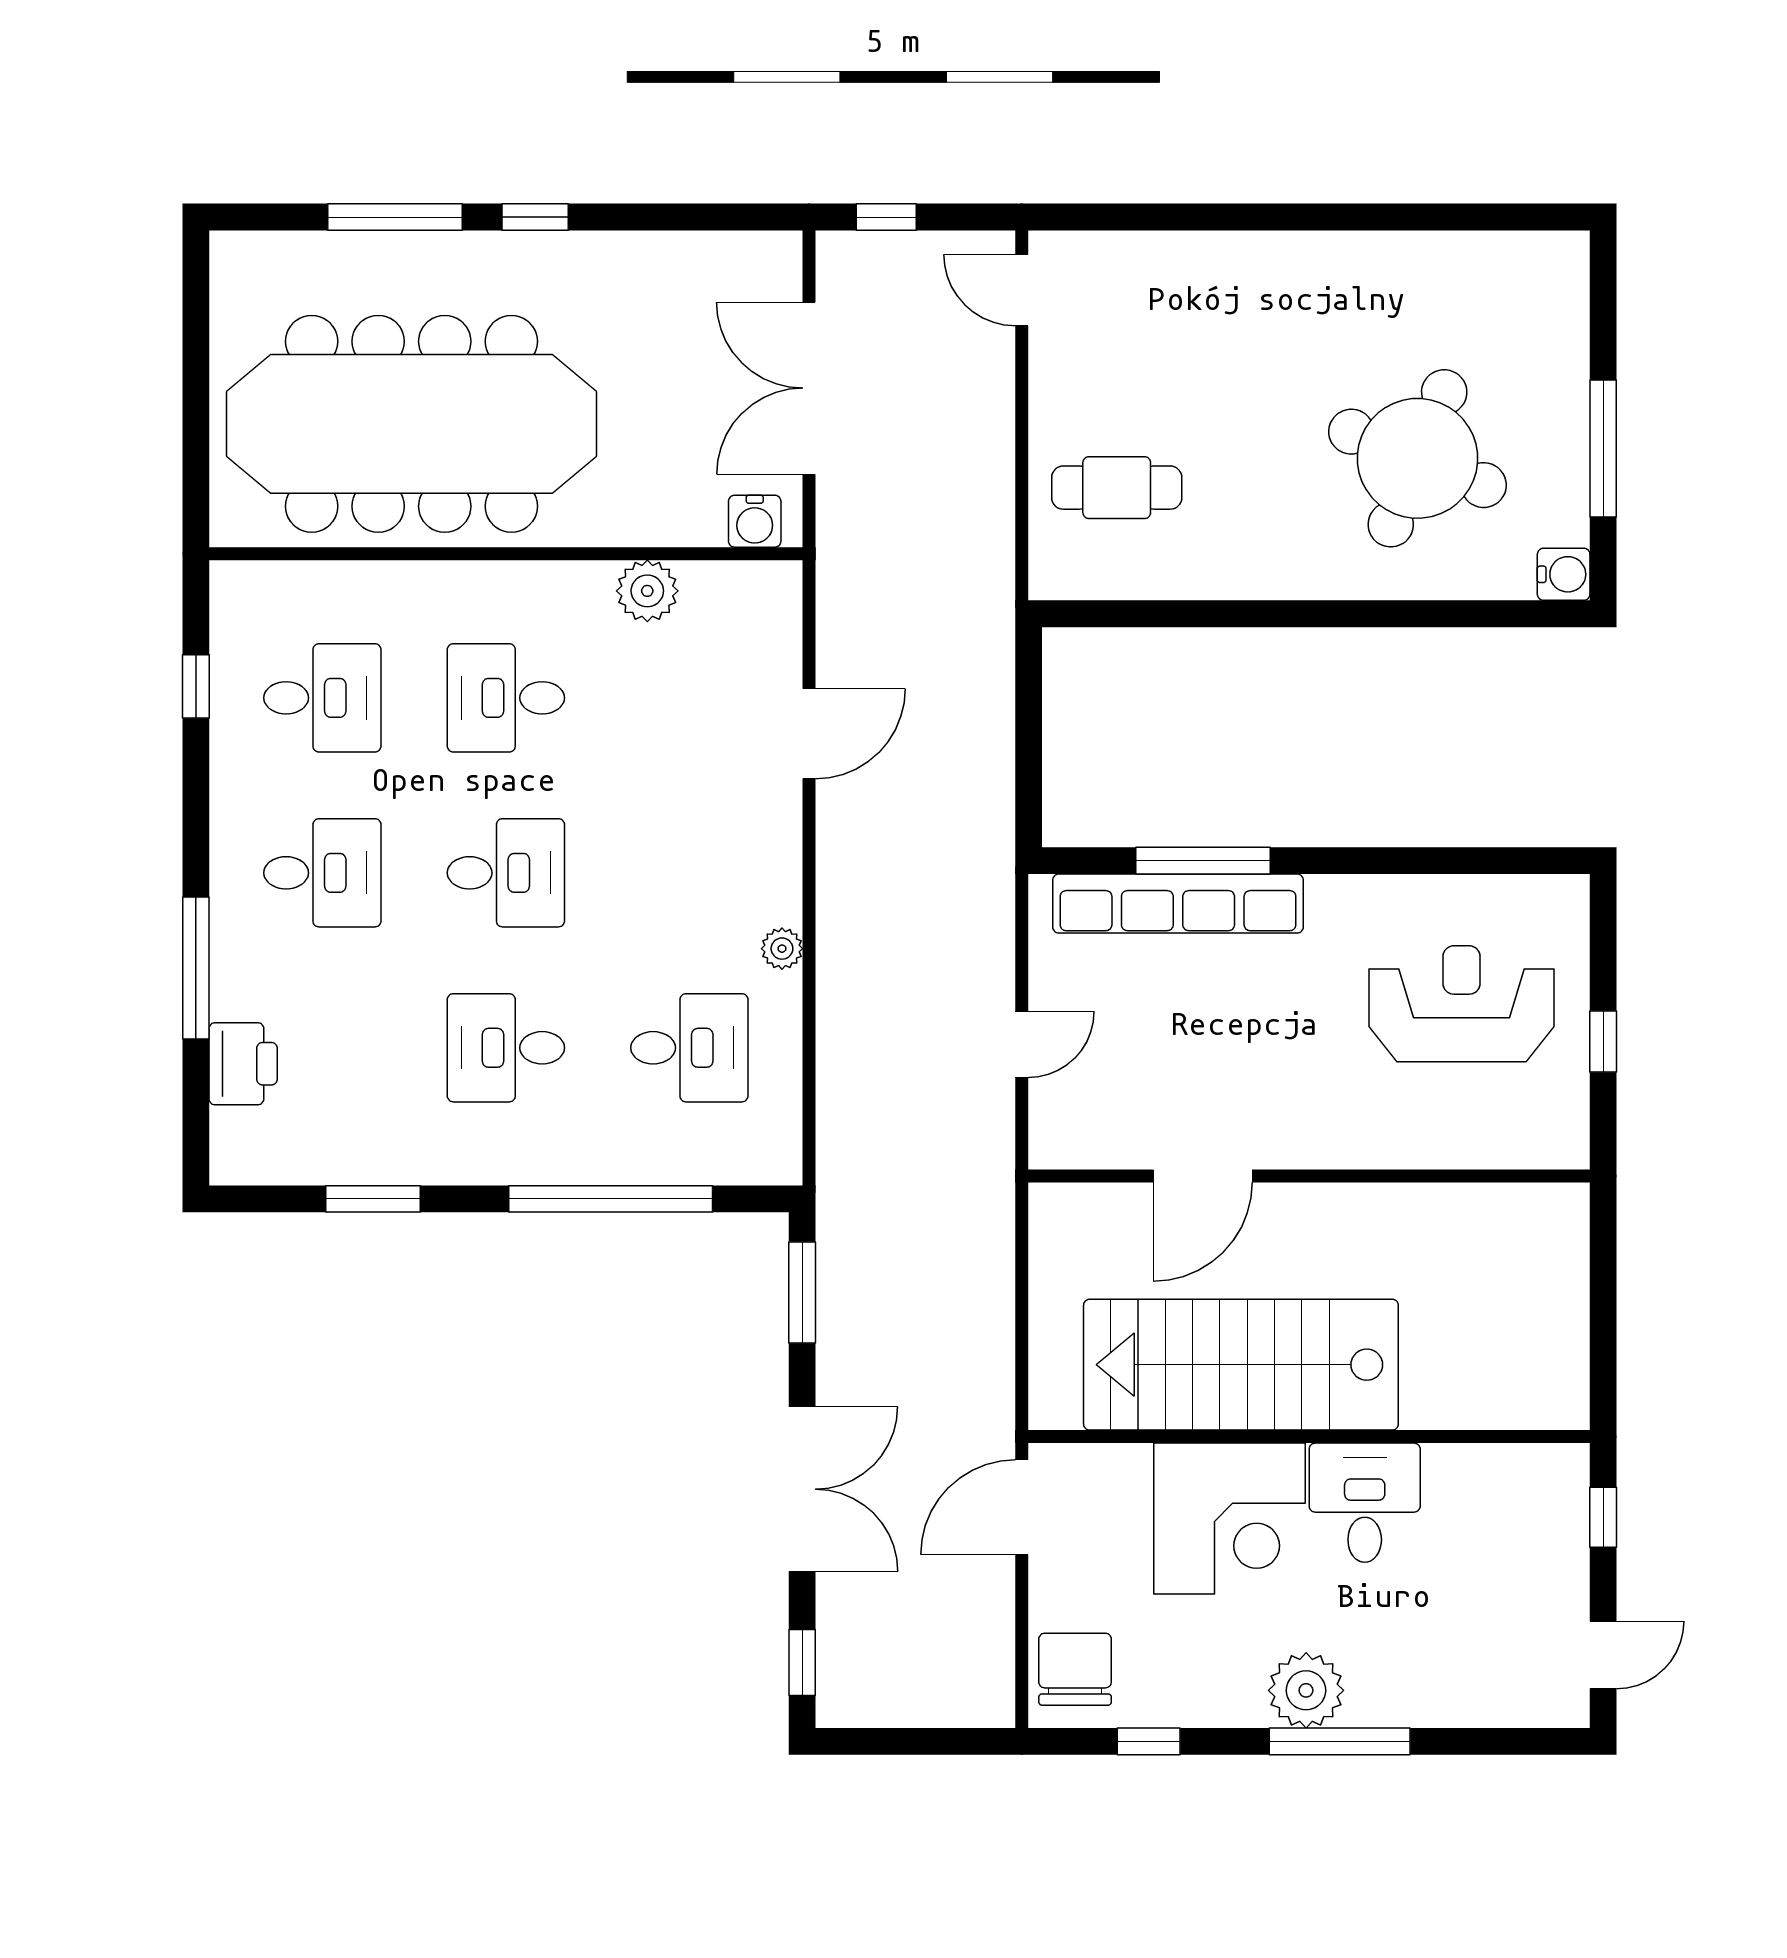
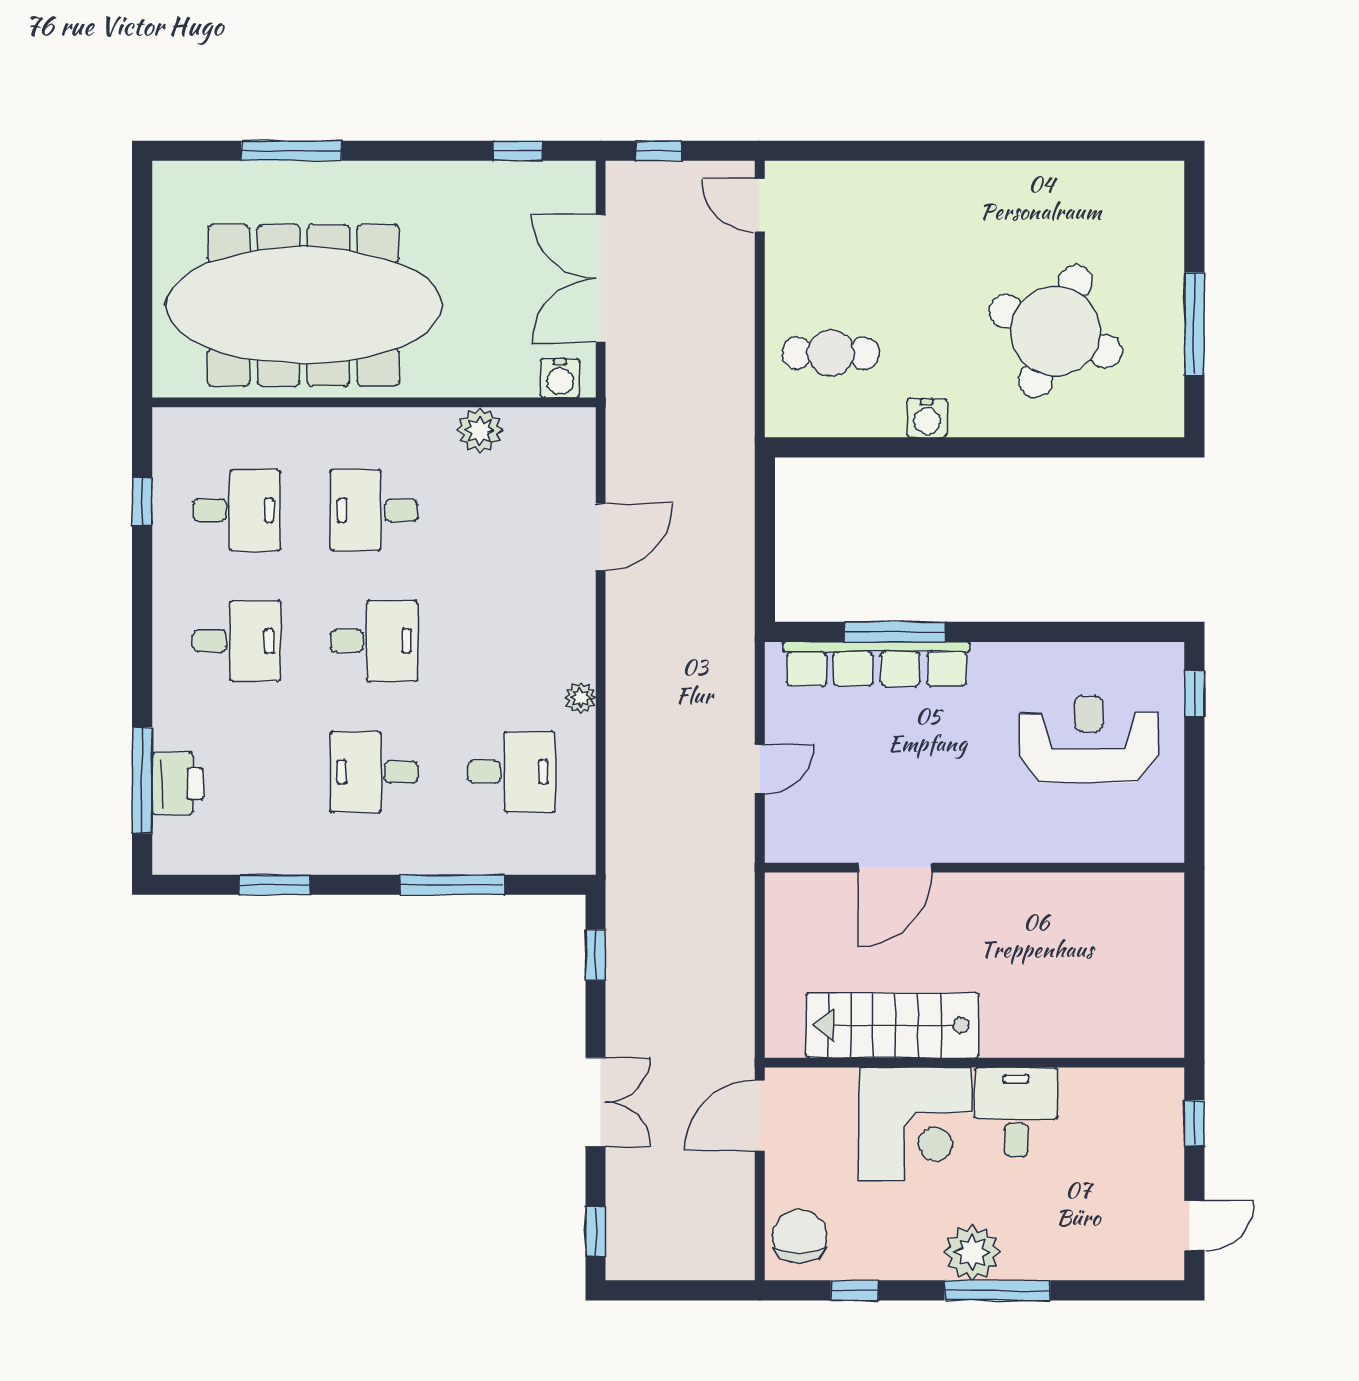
window: (535, 217) -> (518, 151), moved
water cooler: (1564, 574) -> (927, 418), moved, turned 90
window: (196, 968) -> (142, 780), moved
window: (1603, 1042) -> (1194, 694), moved
window: (611, 1199) -> (452, 885), width x0.68
window: (802, 1292) -> (595, 955), width x0.67
stairs: (1241, 1365) -> (892, 1025), width x0.73, depth x0.66
double door: (802, 1489) -> (595, 1102), width x0.73

